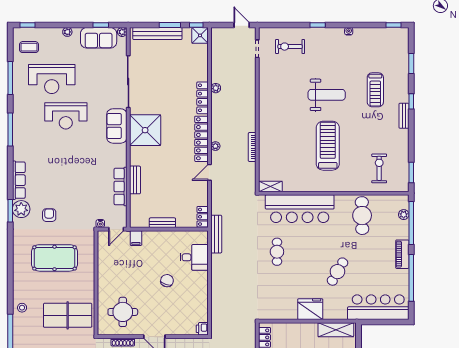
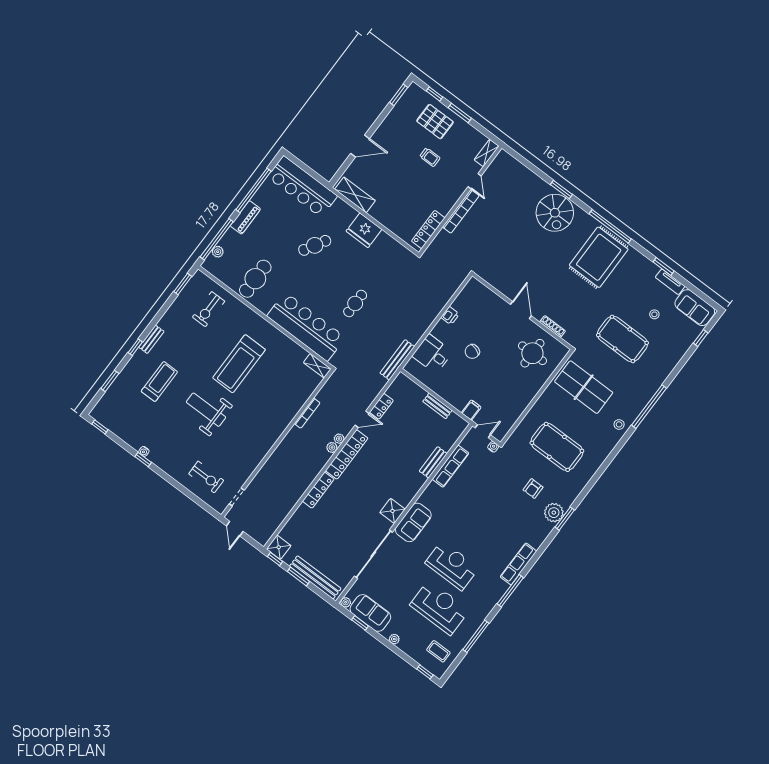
window: (318, 25) -> (143, 460), moved
plant: (216, 88) -> (332, 447), moved
shower: (145, 130) -> (392, 511), width x0.54, depth x0.54
row of seats: (19, 180) -> (518, 564), moved
locker: (203, 217) -> (381, 406), moved
printer: (202, 329) -> (450, 316), moved

